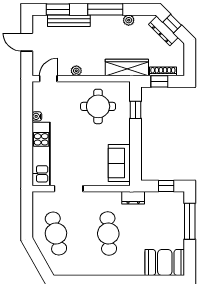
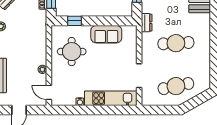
wardrobe: (127, 68) -> (40, 28), removed
sofa: (119, 163) -> (106, 34), moved

